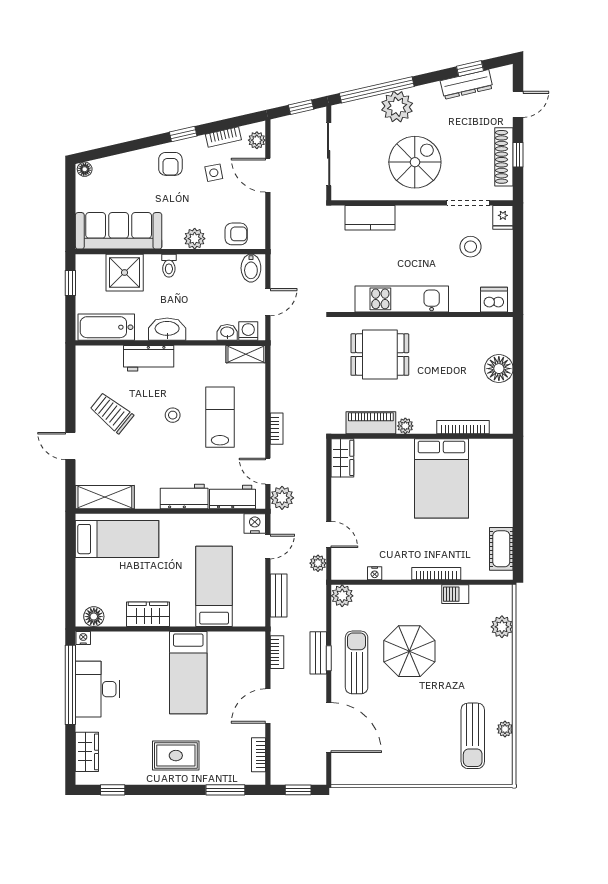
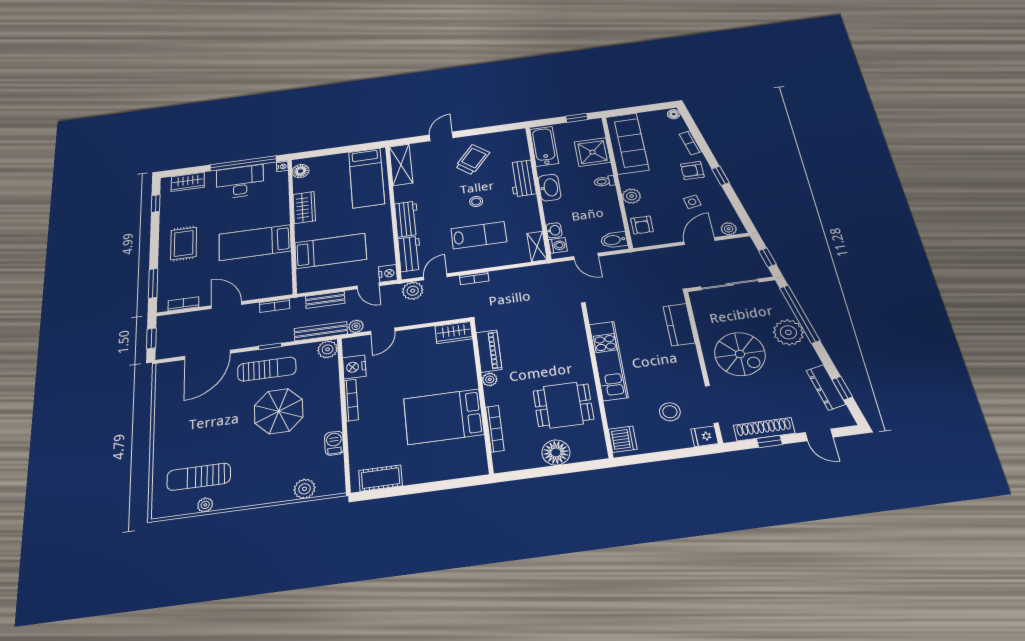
bookcase: (223, 137) -> (690, 143), moved
dining table: (380, 355) -> (563, 405), moved, turned 90
nightstand: (375, 573) -> (354, 367), width x1.89, depth x1.79
bookcase: (436, 574) -> (351, 400), moved
bench: (318, 653) -> (321, 331), moved, width x1.36

